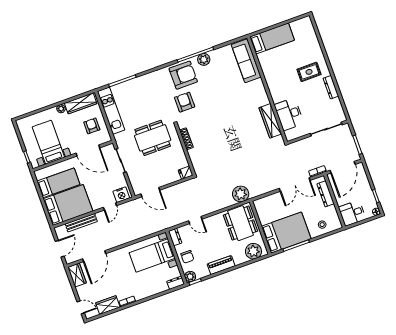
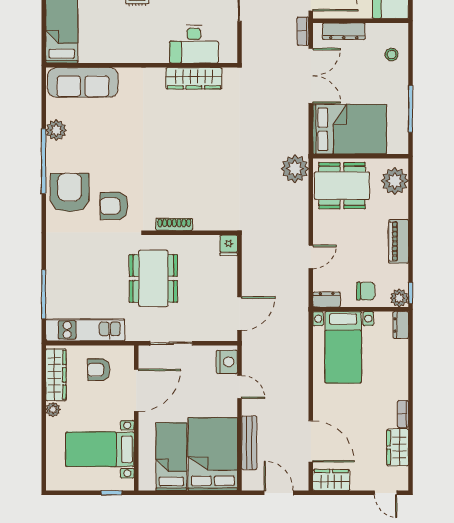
plant: (204, 59) -> (56, 130), moved
bed: (286, 233) -> (350, 129), moved, turned 90
door: (81, 307) -> (386, 493), swing flipped

